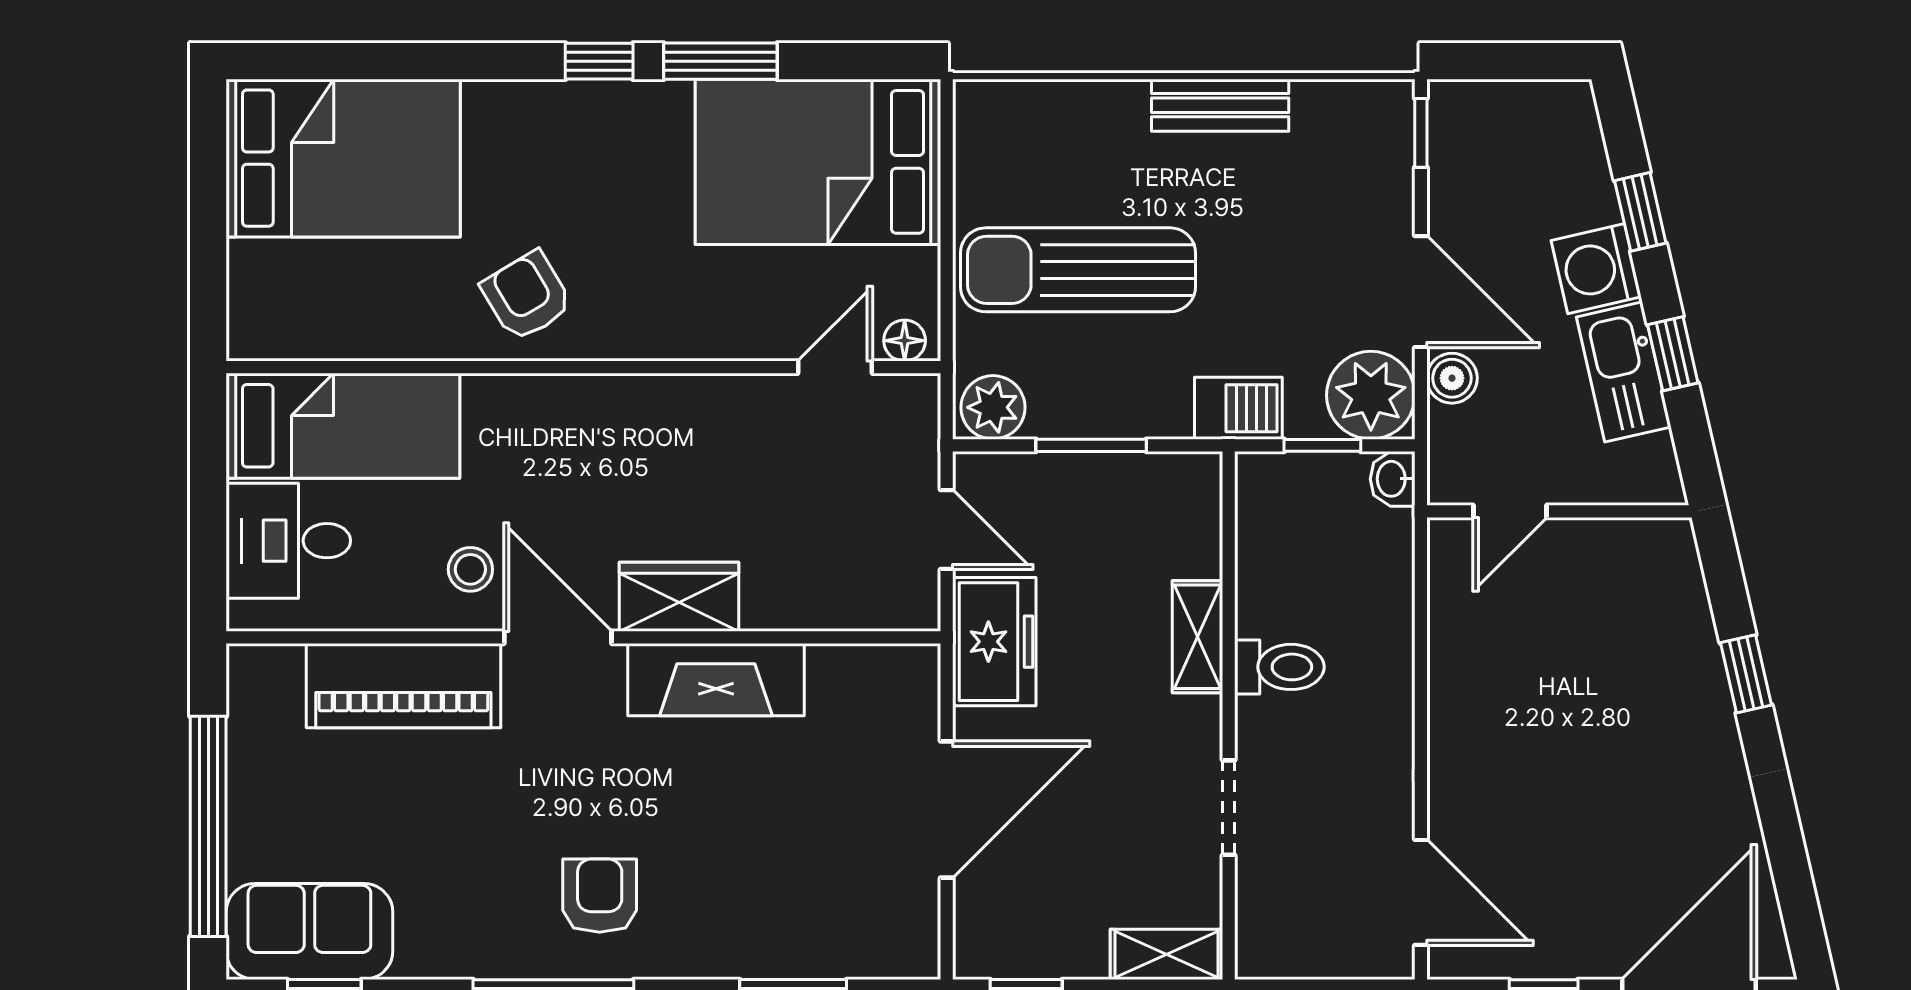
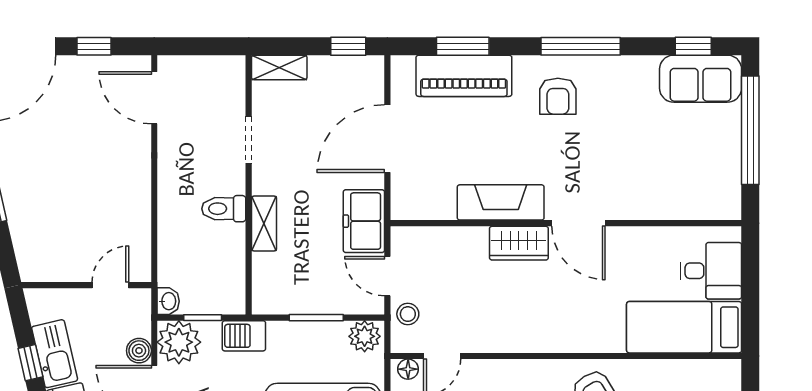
stool: (470, 569) -> (408, 314), moved
piano: (403, 686) -> (464, 76), moved, turned 180

